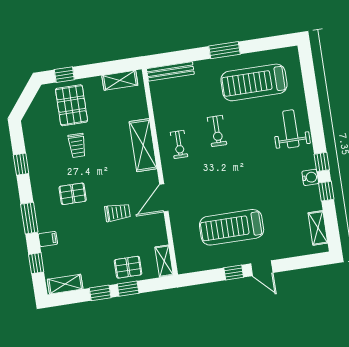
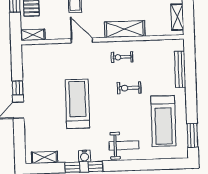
window: (224, 50) -> (192, 135), moved
bench: (170, 71) -> (180, 69), moved
treadmill: (254, 82) -> (163, 121), turned 180
treadmill: (232, 227) -> (78, 104), moved

